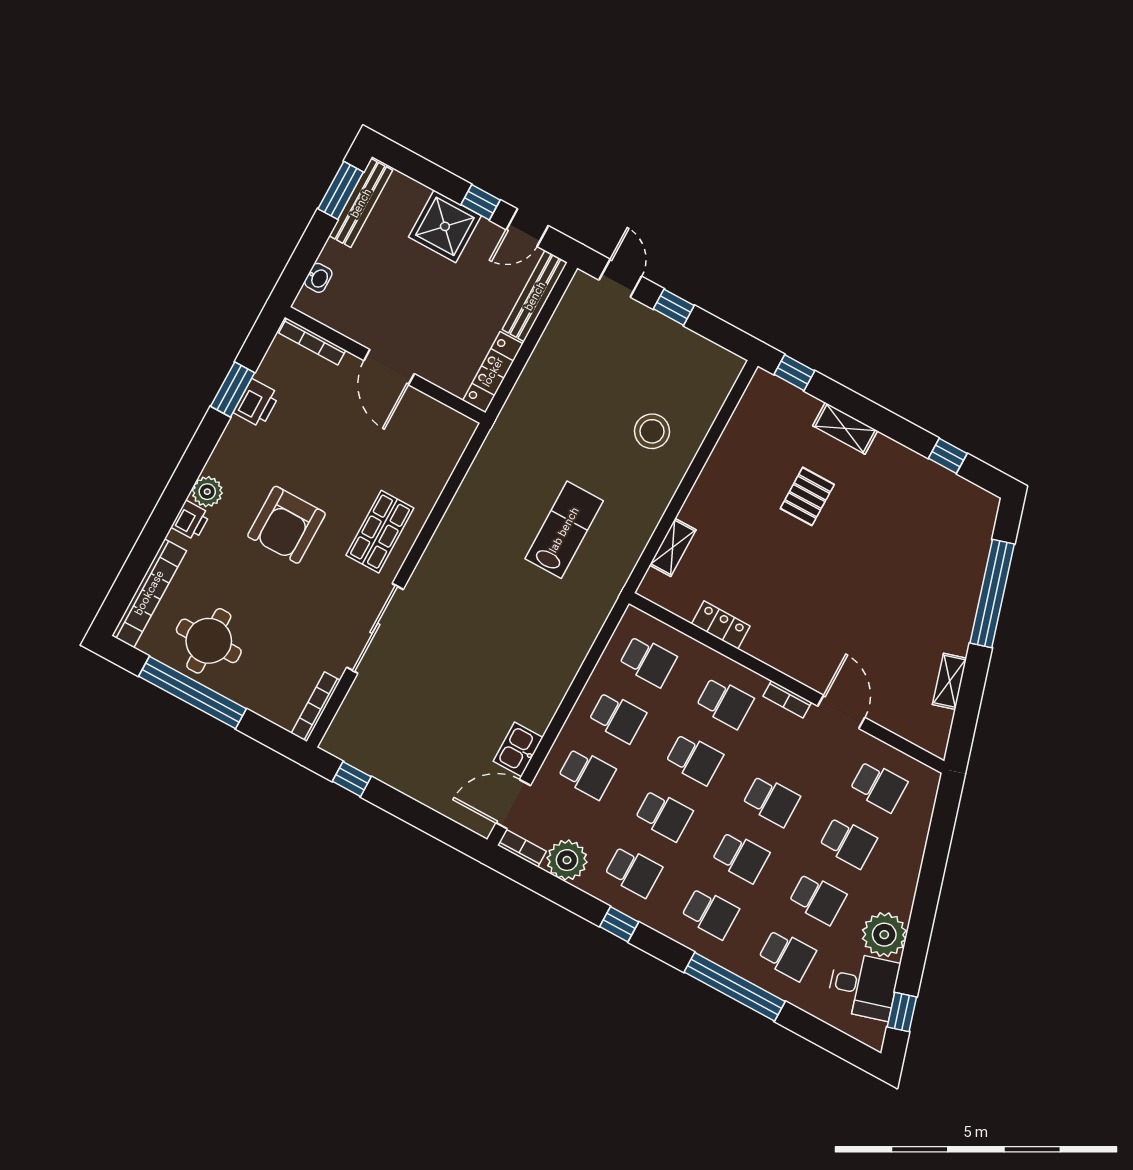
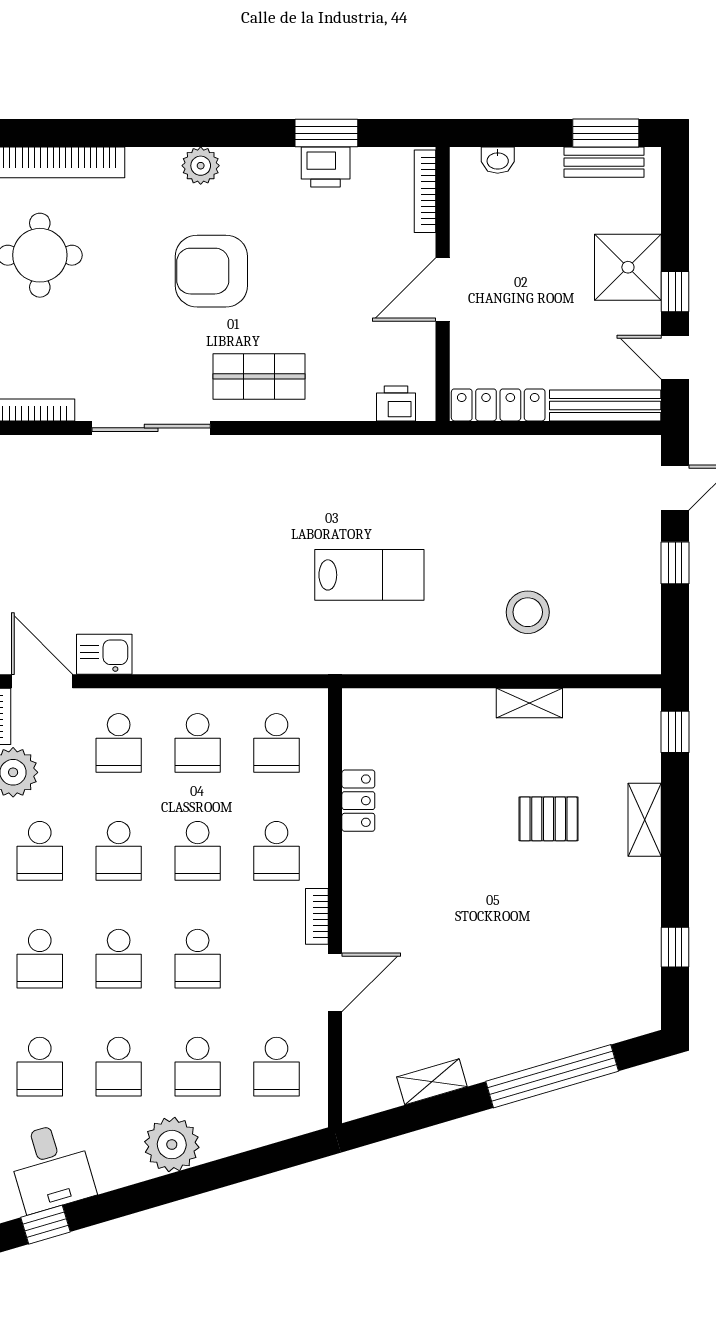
bench: (361, 203) -> (604, 162), width x0.73
printer: (191, 520) -> (396, 403), moved, turned 180
shelving: (673, 547) -> (529, 703), moved
plant: (884, 935) -> (172, 1145), moved

